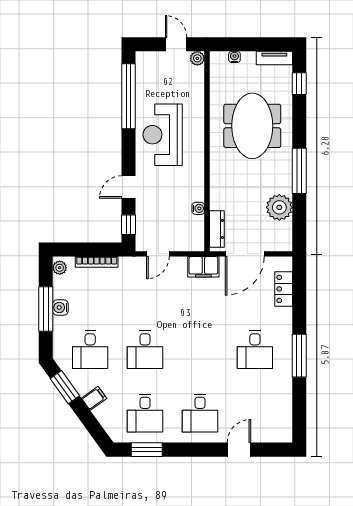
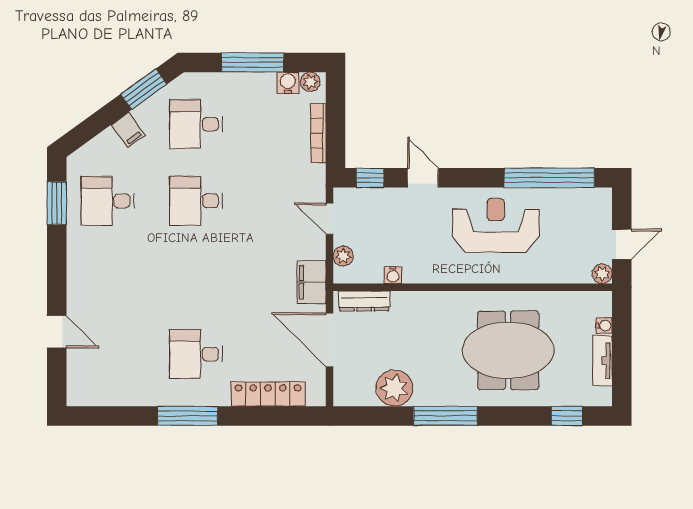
tv unit: (274, 58) -> (603, 361), moved
plant: (185, 244) -> (343, 256), added
locker: (284, 289) -> (268, 394), width x1.53
water cooler: (60, 307) -> (288, 83), moved
desk: (200, 413) -> (108, 277), removed

